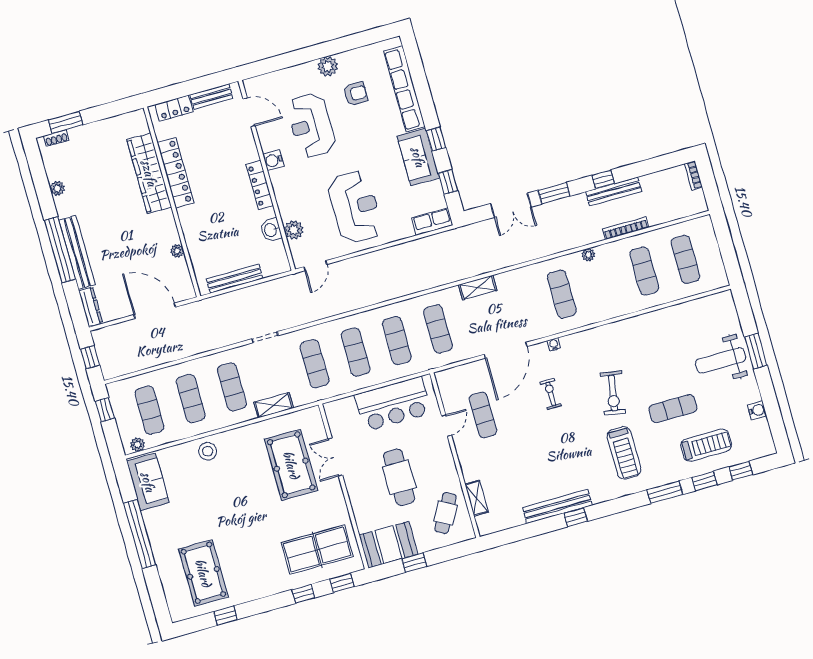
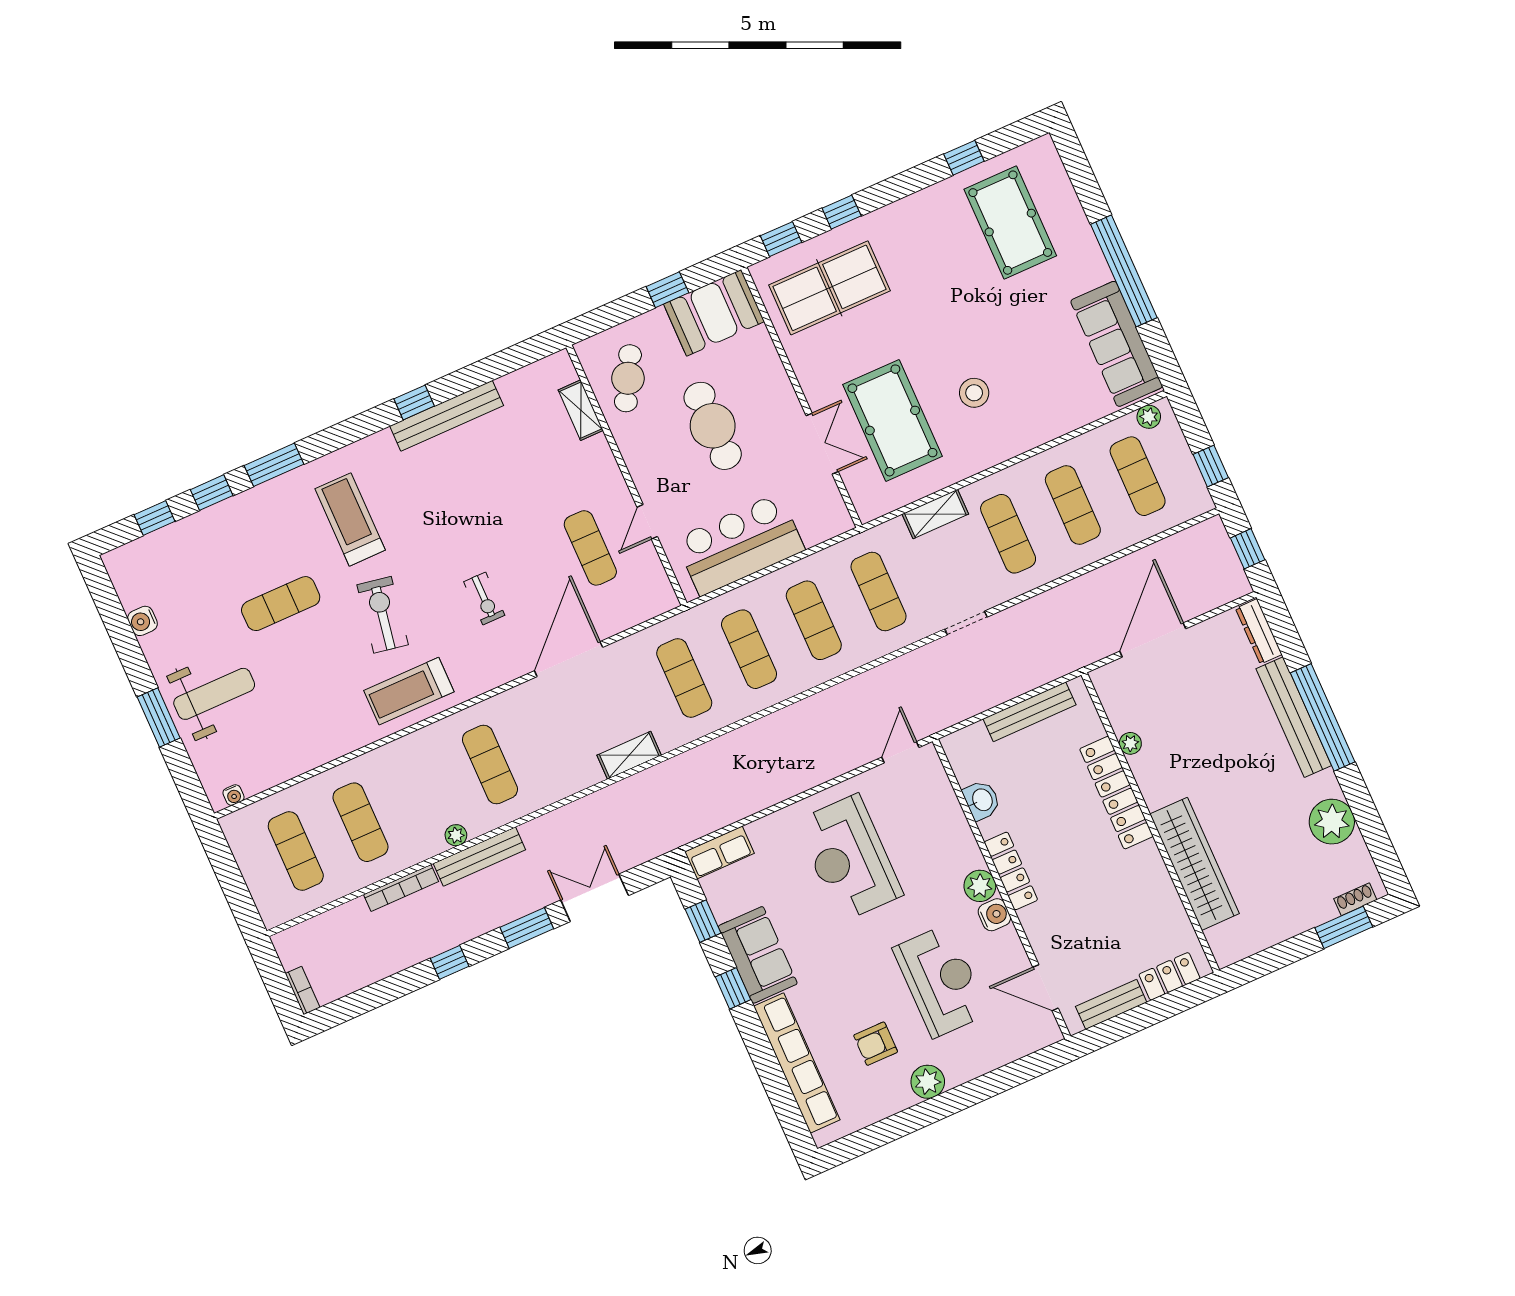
locker: (176, 173) -> (1116, 793), moved
plant: (57, 188) -> (1332, 822), width x1.88, depth x1.88
bench: (614, 192) -> (479, 857), moved
plant: (294, 230) -> (980, 886), moved
door: (155, 311) -> (1153, 640), swing flipped
water cooler: (554, 344) -> (233, 795), moved
treadmill: (706, 445) -> (409, 691), moved
stool: (208, 451) -> (974, 393), moved
sofa: (148, 482) -> (1117, 344), width x1.36

